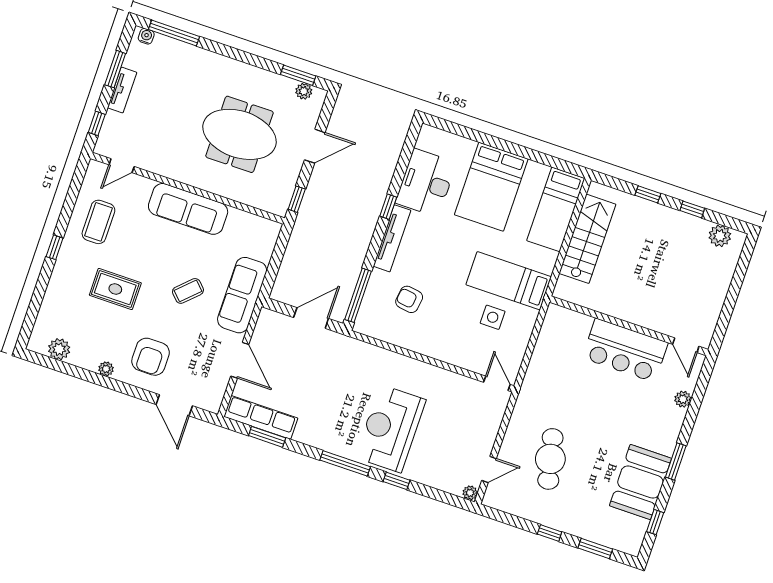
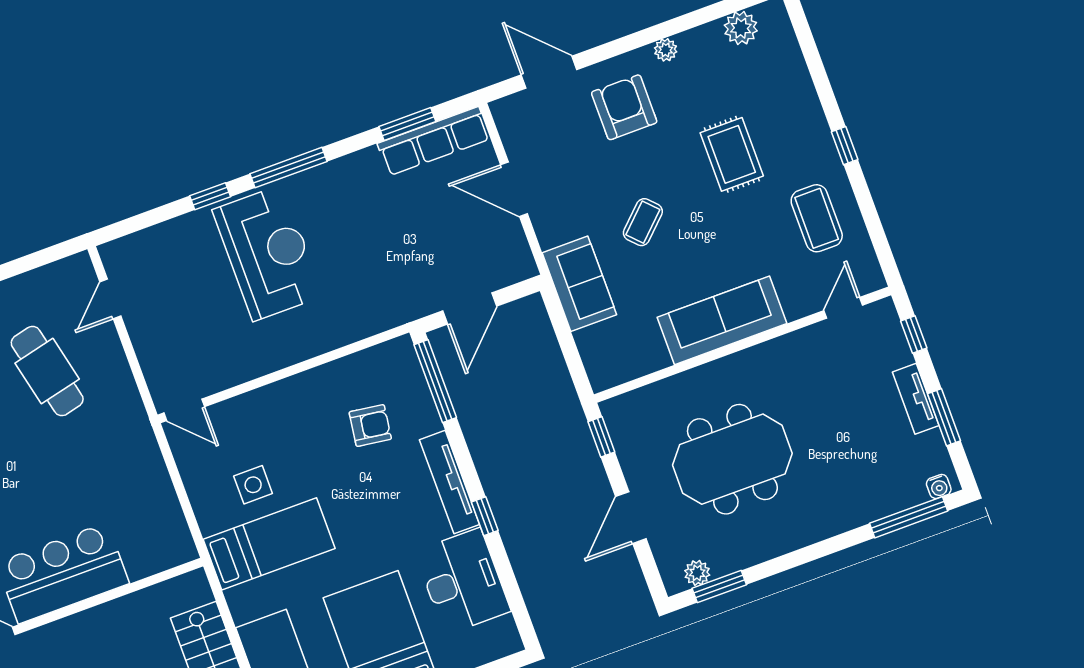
rug: (115, 289) -> (732, 154), turned 90
sofa: (242, 295) -> (579, 284), width x0.73
plant: (470, 493) -> (111, 253), removed

